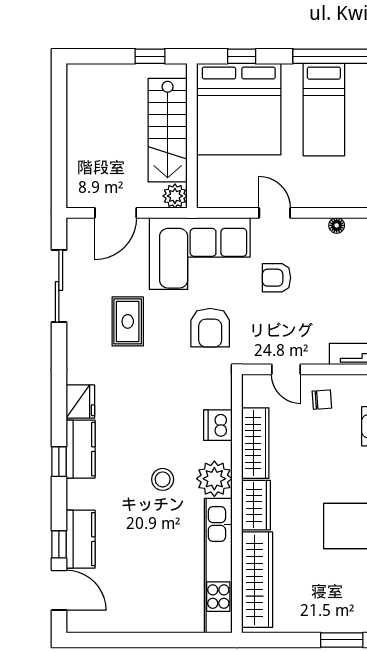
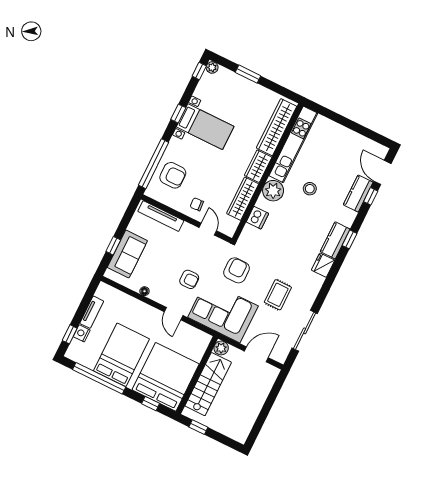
bed: (324, 110) -> (121, 355), width x1.50
stool: (163, 479) -> (310, 189), moved

